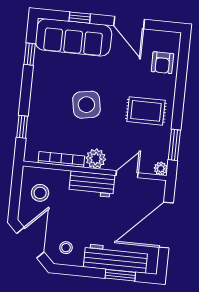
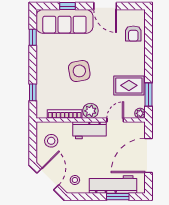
rug: (146, 111) -> (129, 85), moved

